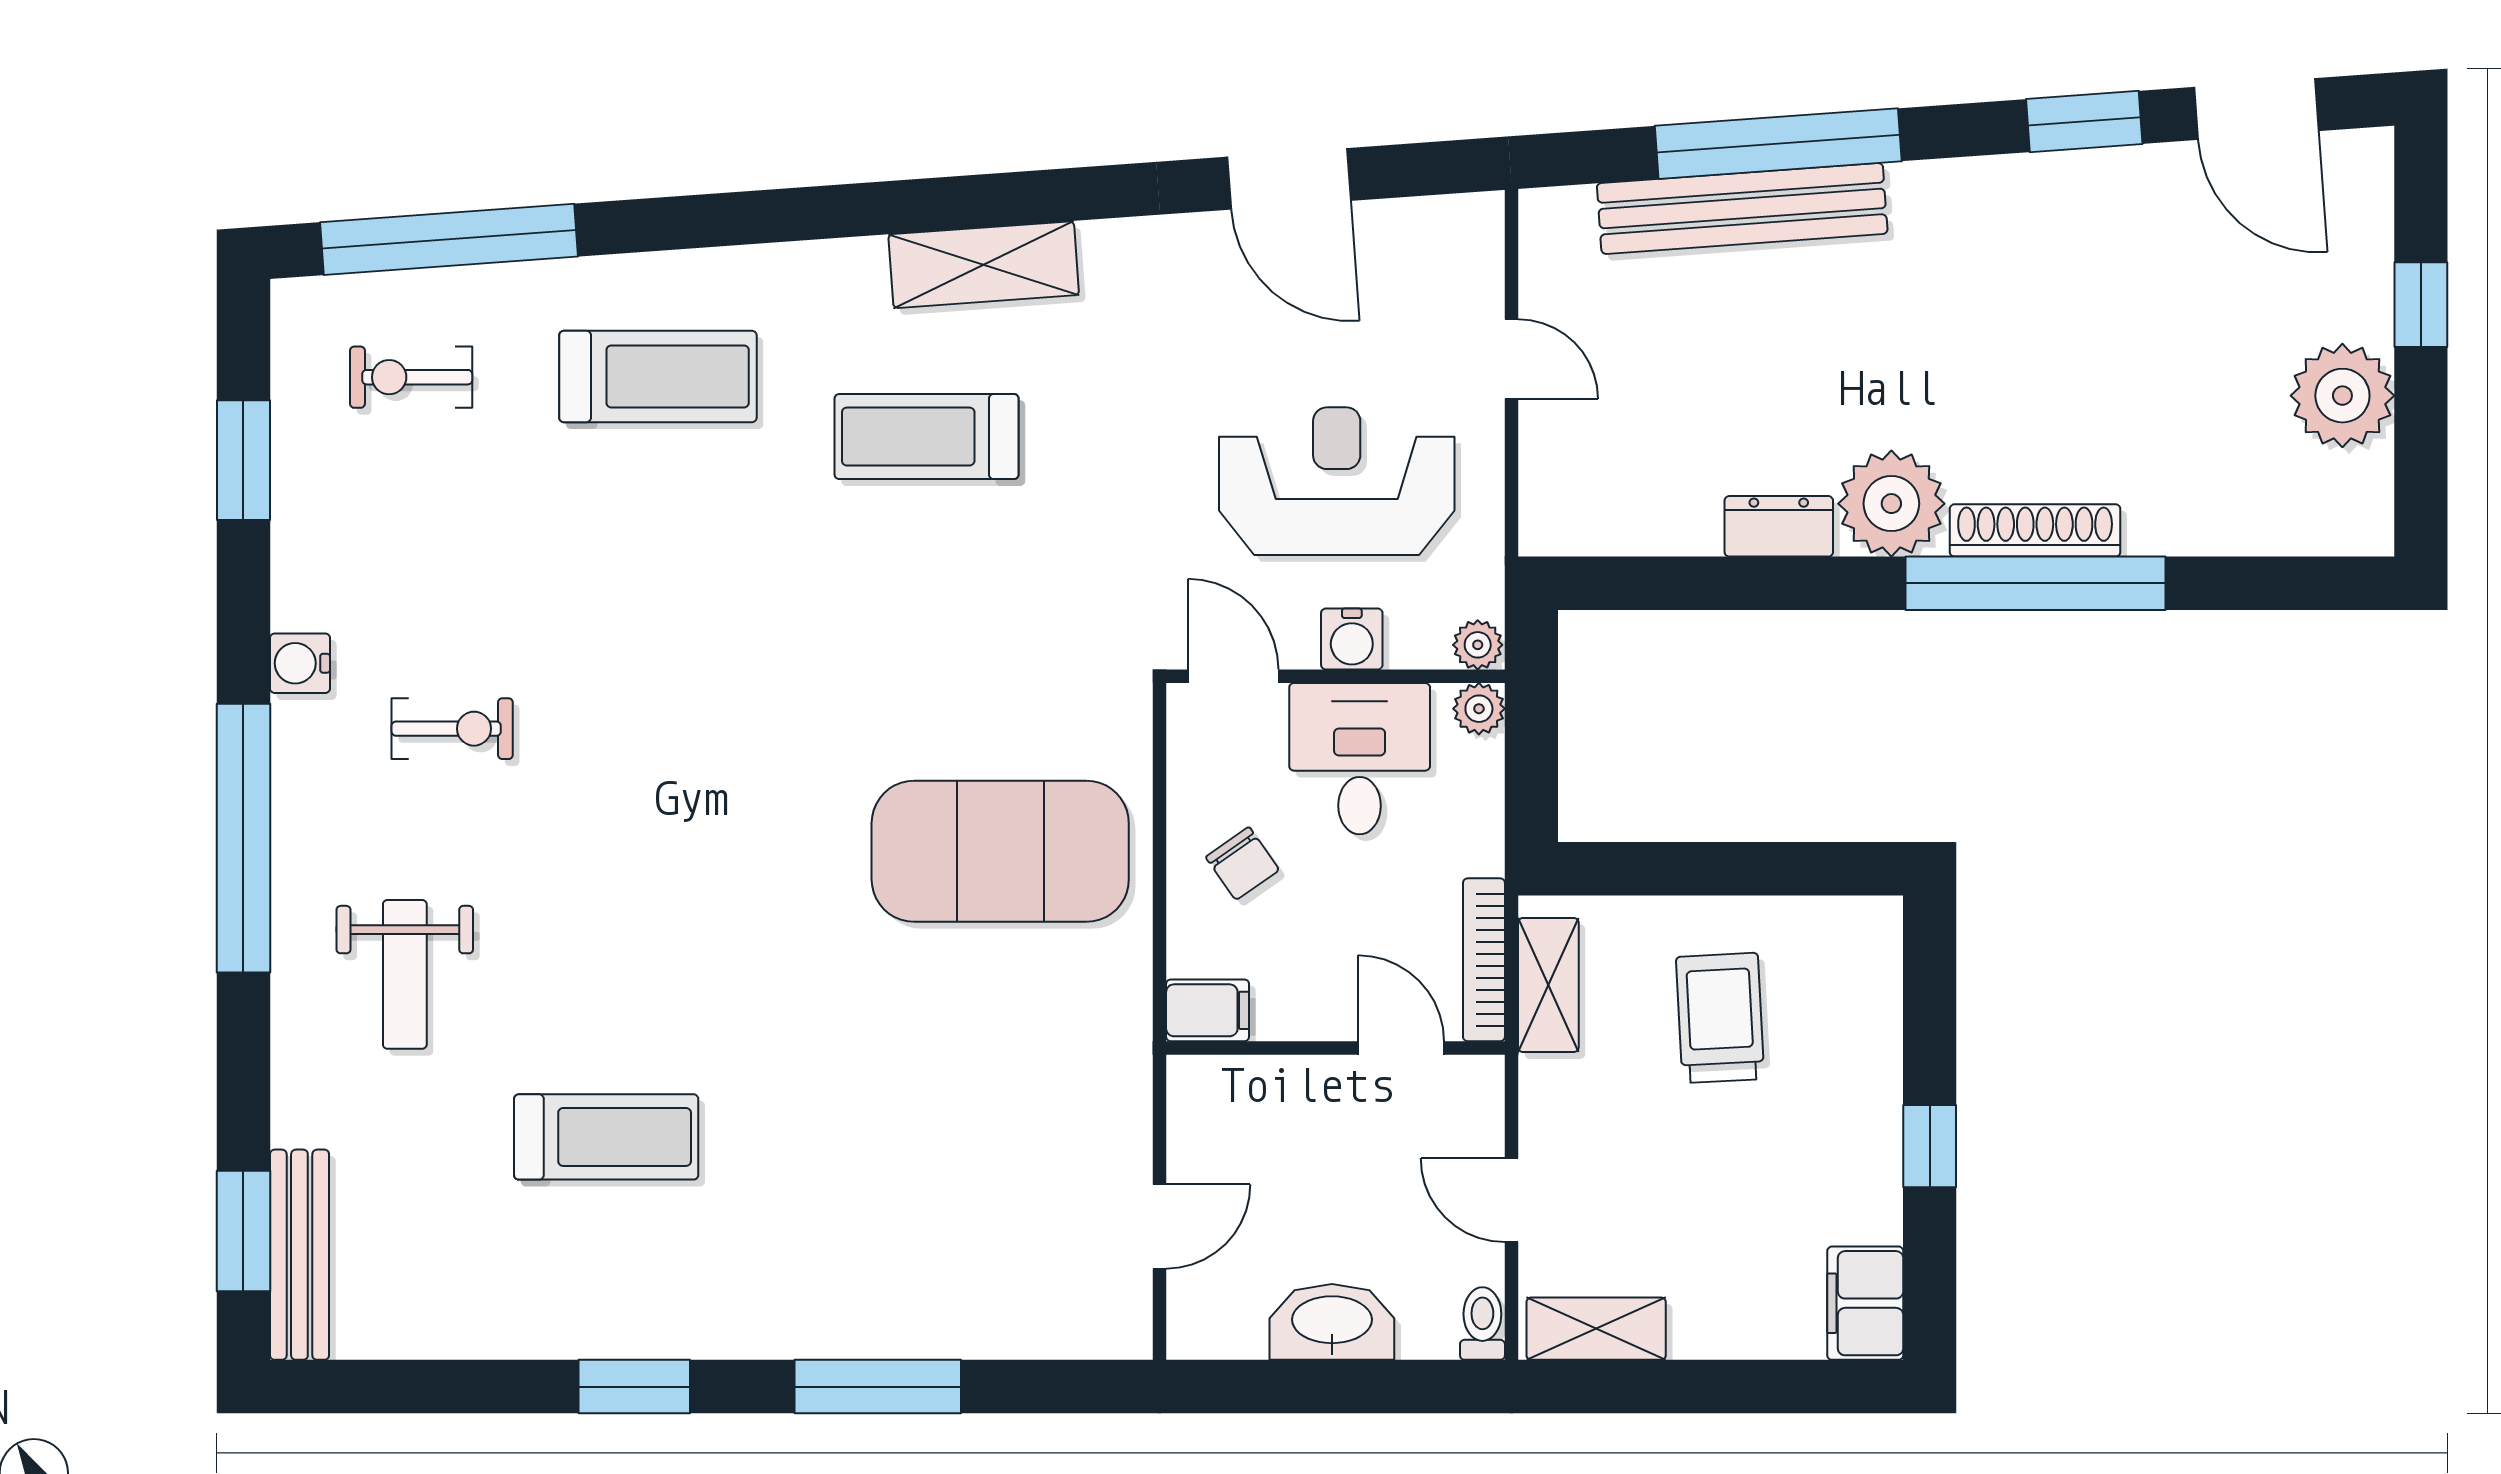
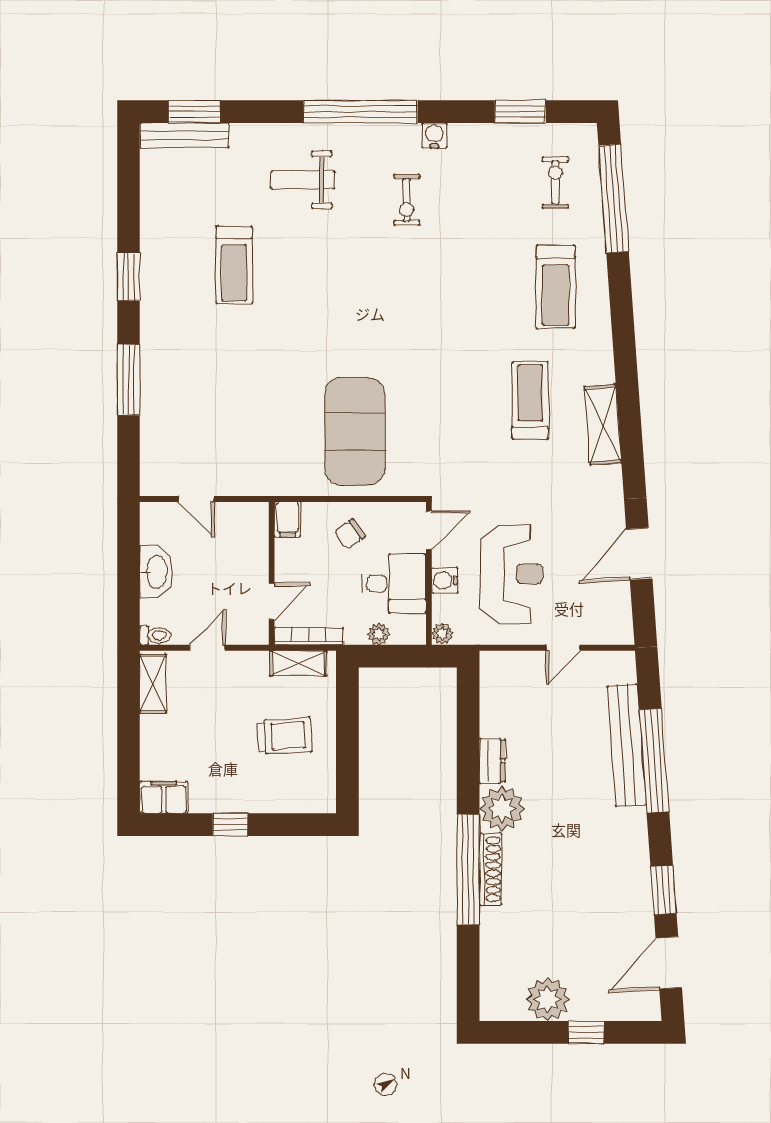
plant: (1479, 709) -> (379, 634), moved

